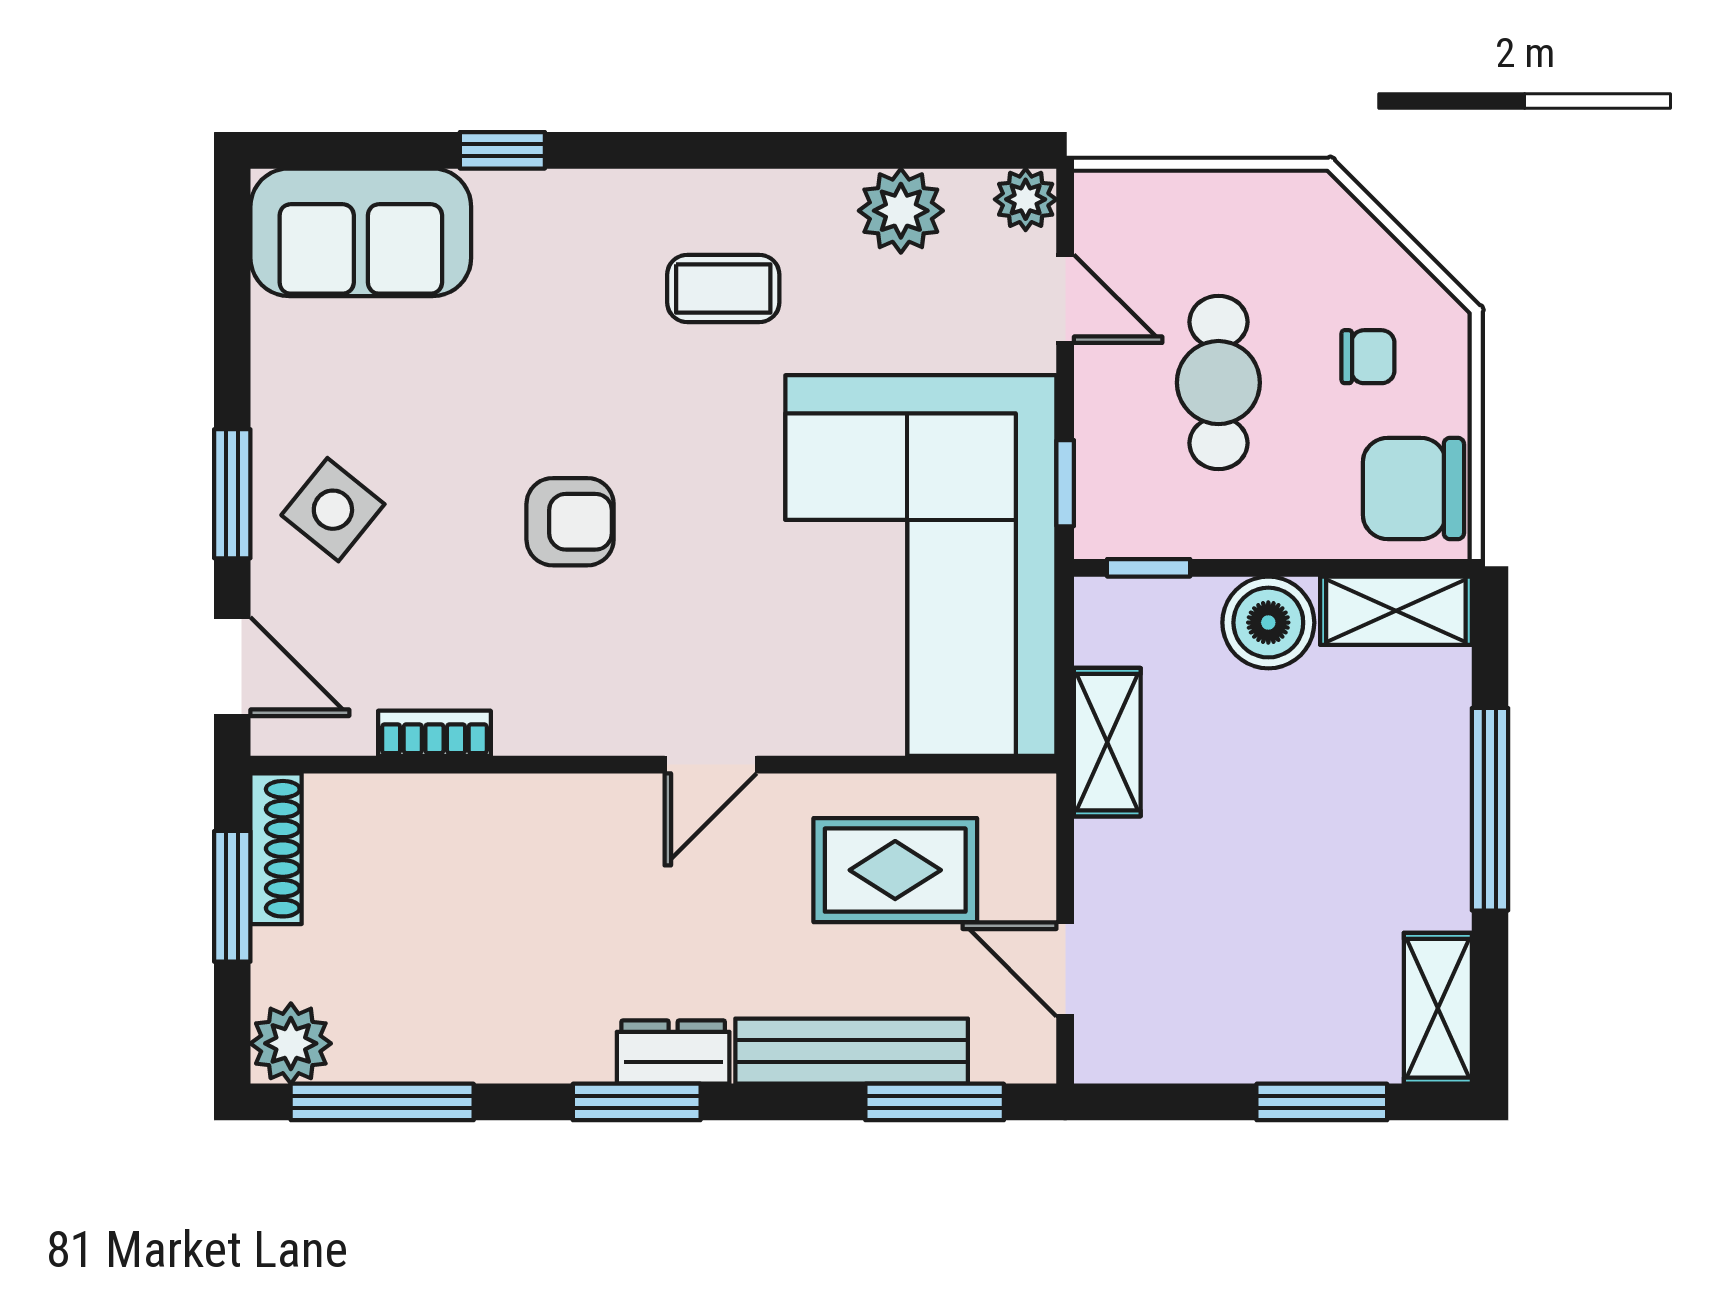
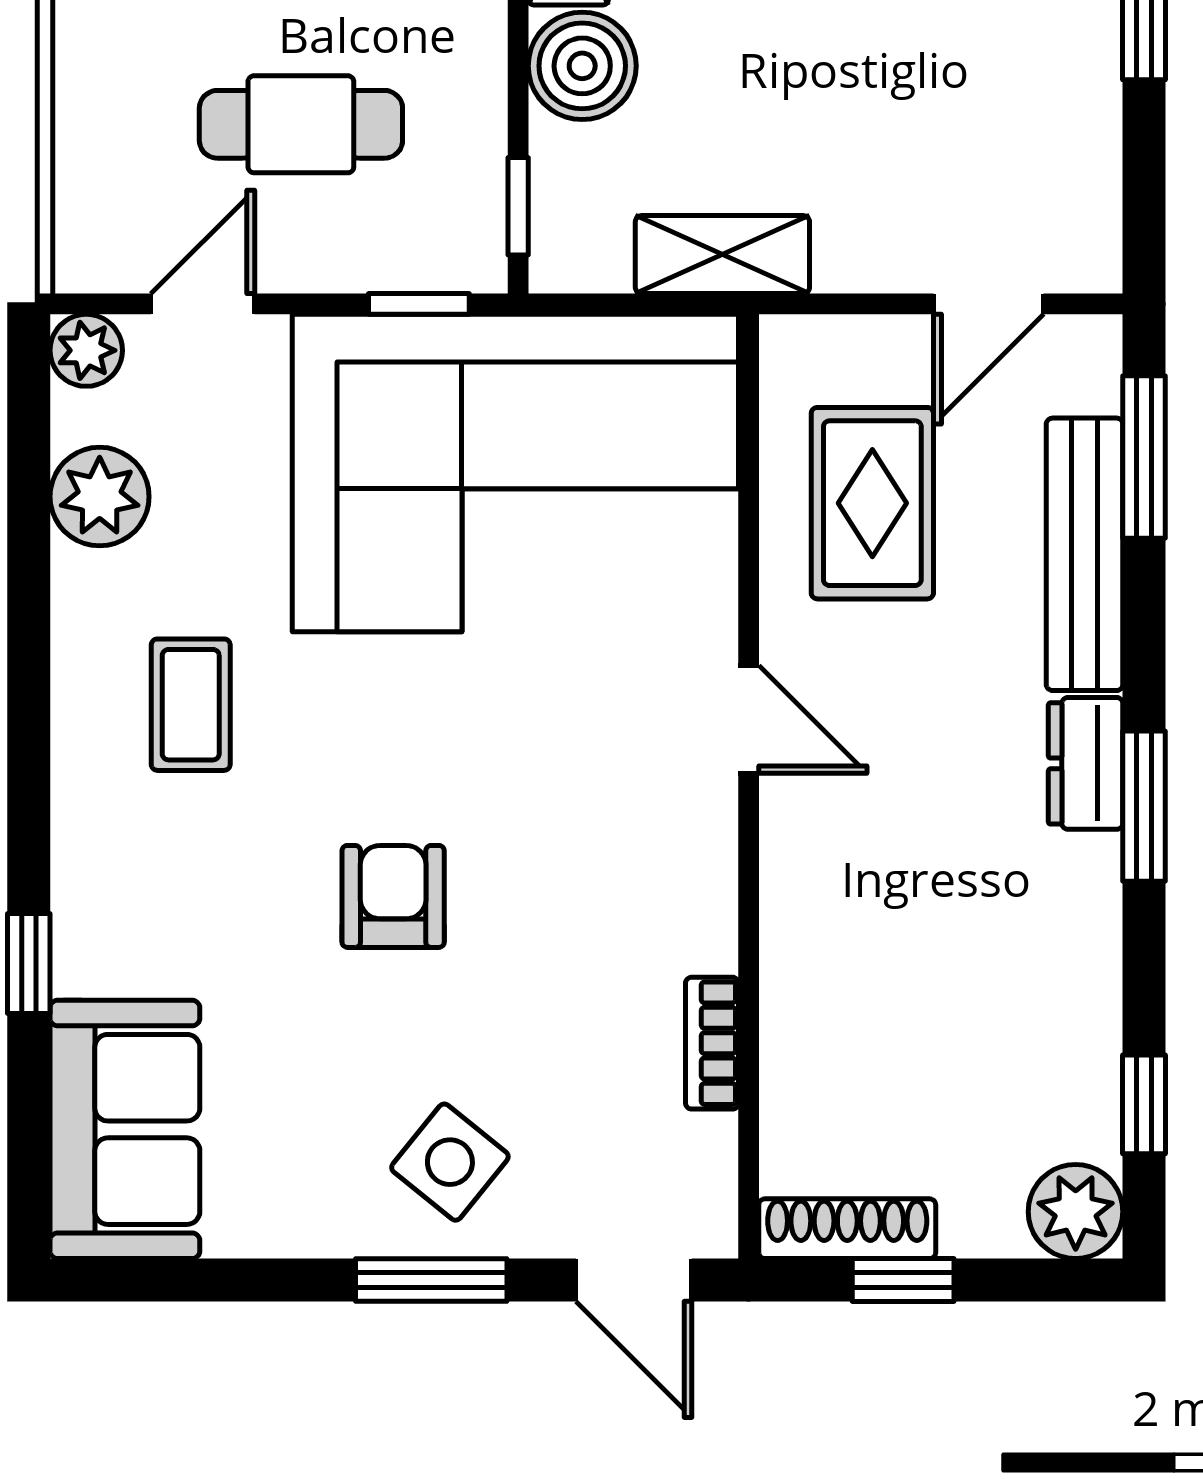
armchair: (570, 522) -> (393, 896), moved
door: (232, 667) -> (634, 1280), swing flipped
window: (232, 896) -> (903, 1280), width x0.67
window: (382, 1102) -> (1144, 1104), width x0.46

